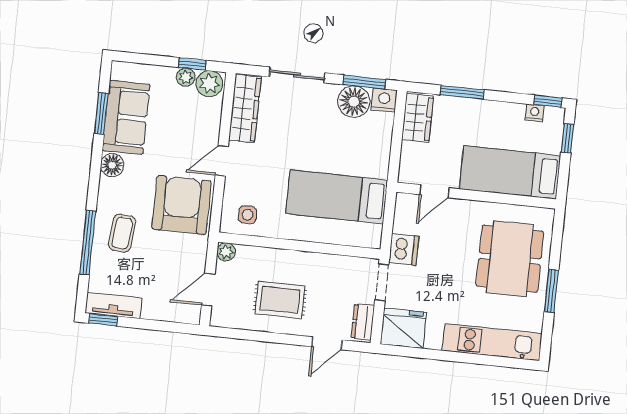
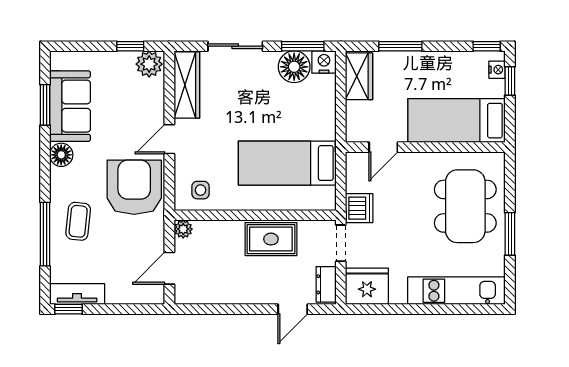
plant: (186, 77) -> (125, 60), removed
nightstand: (535, 113) -> (497, 70), moved, turned 90
rug: (280, 300) -> (271, 239), moved

